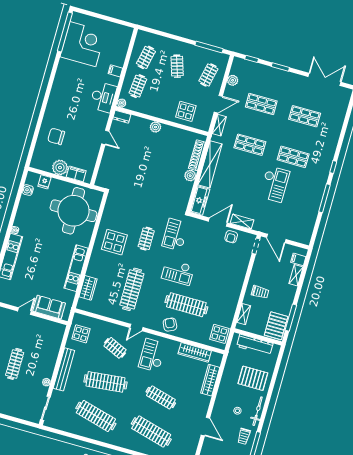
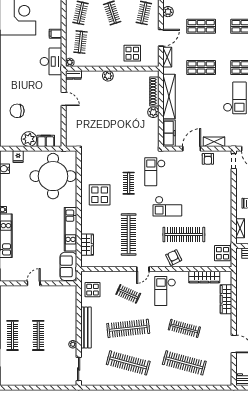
sofa: (49, 307) -> (68, 266), moved, turned -90

